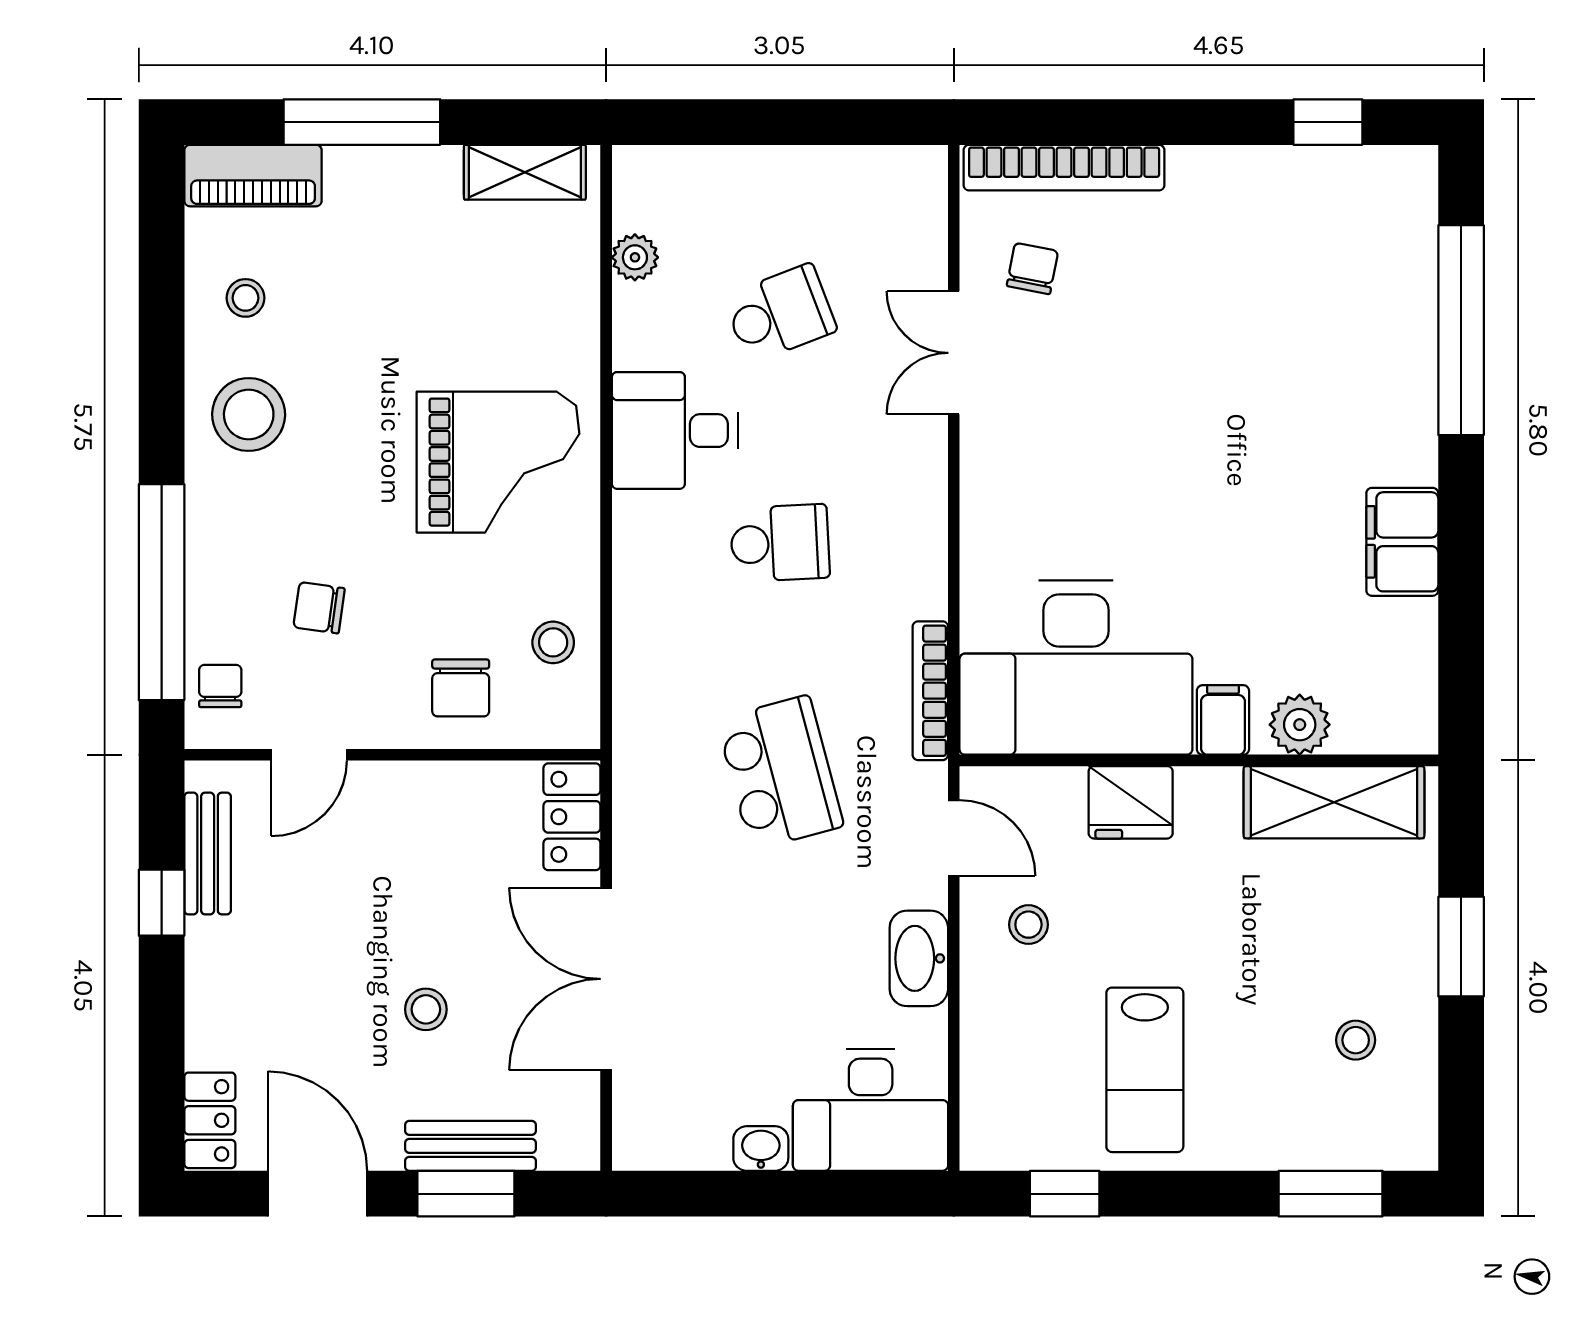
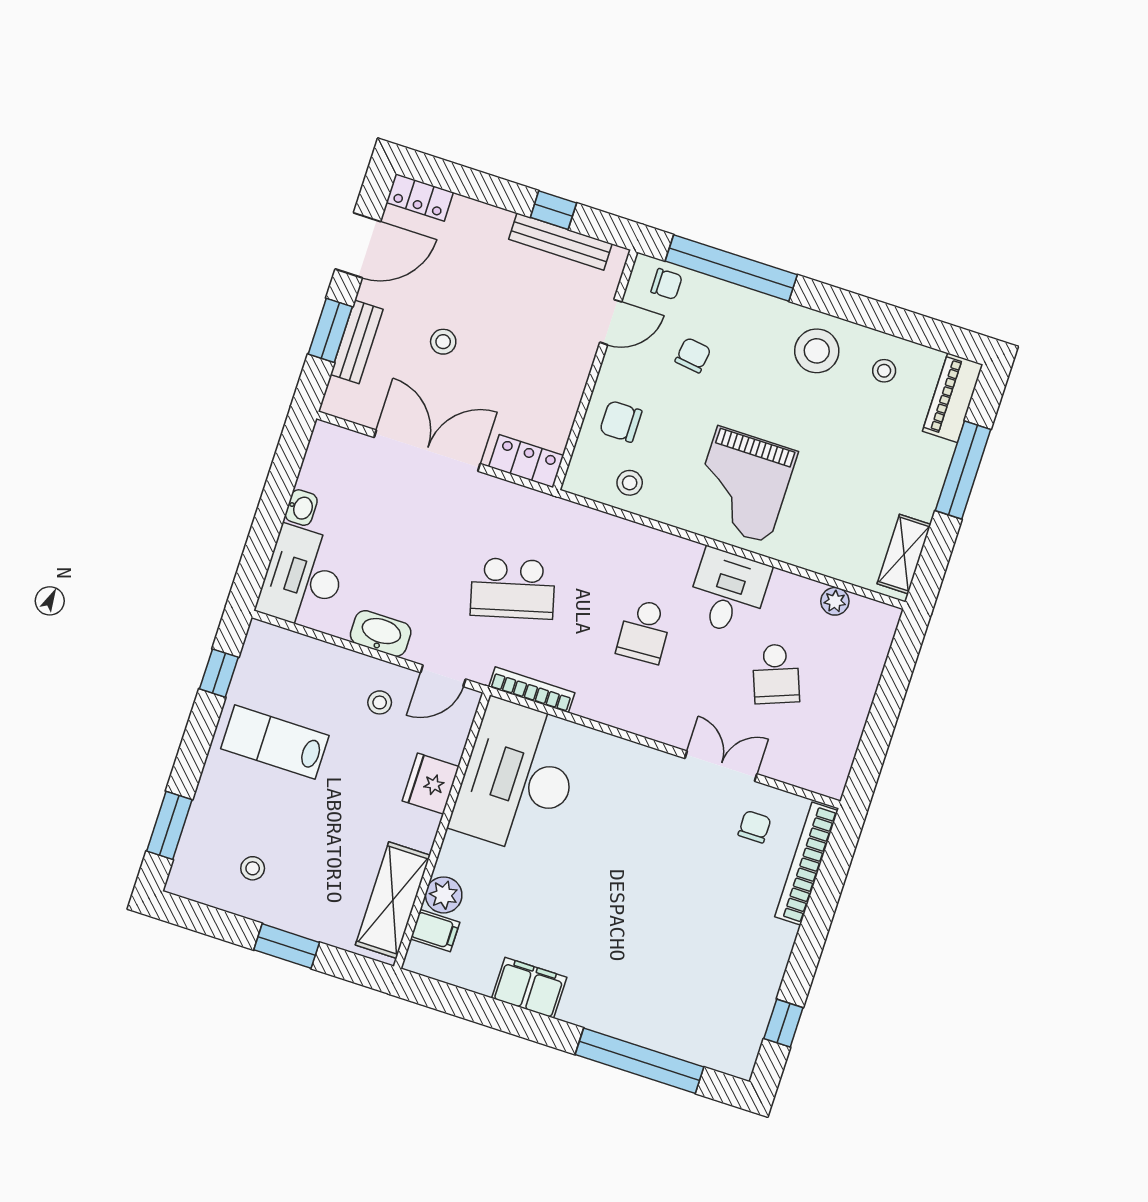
chair: (1032, 269) -> (755, 827), turned -101
filing cabinet: (1223, 720) -> (435, 931), moved
door: (309, 755) -> (611, 322), swing flipped
bench: (208, 853) -> (560, 242), width x1.36

